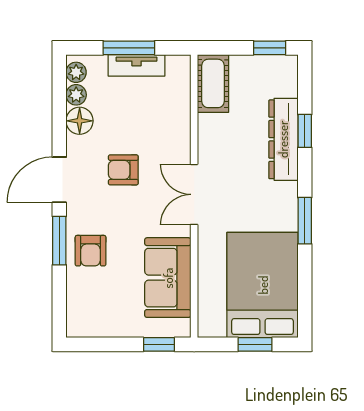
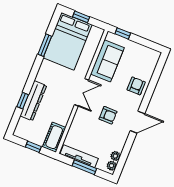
window: (270, 48) -> (33, 147), moved
tv unit: (137, 65) -> (79, 156), width x1.41
floor lamp: (80, 121) -> (118, 144), removed
window: (305, 221) -> (45, 45), moved
window: (59, 241) -> (148, 96), removed

